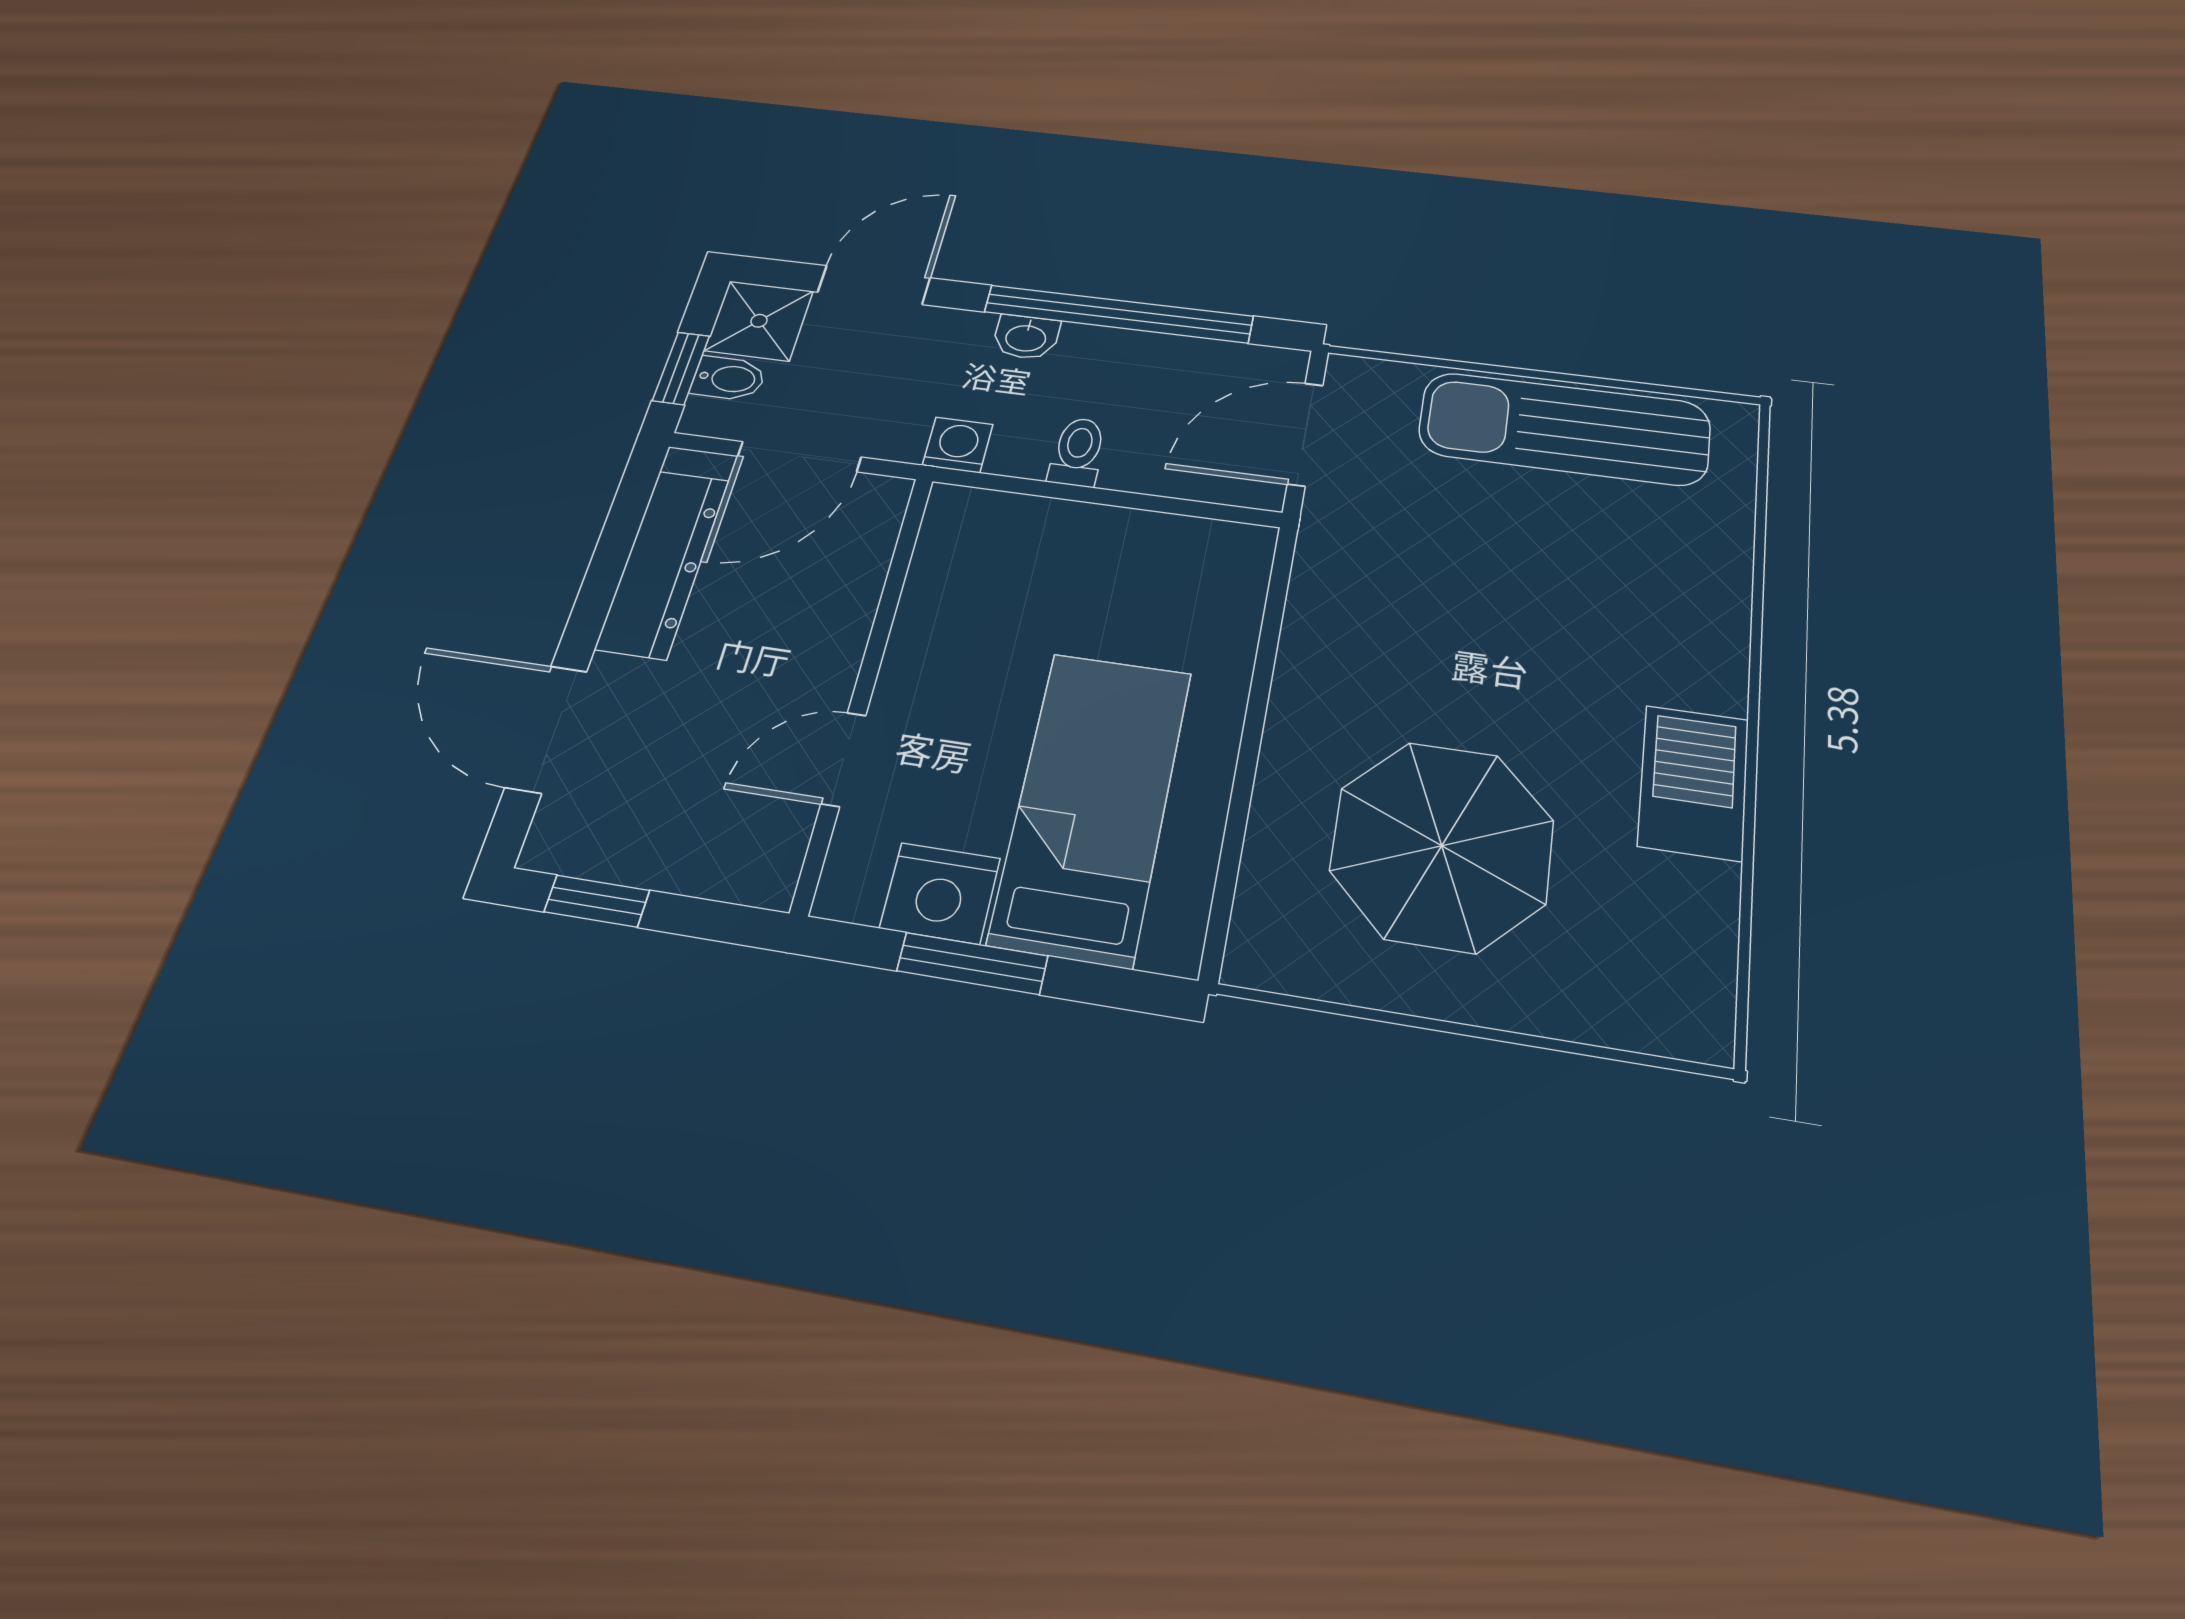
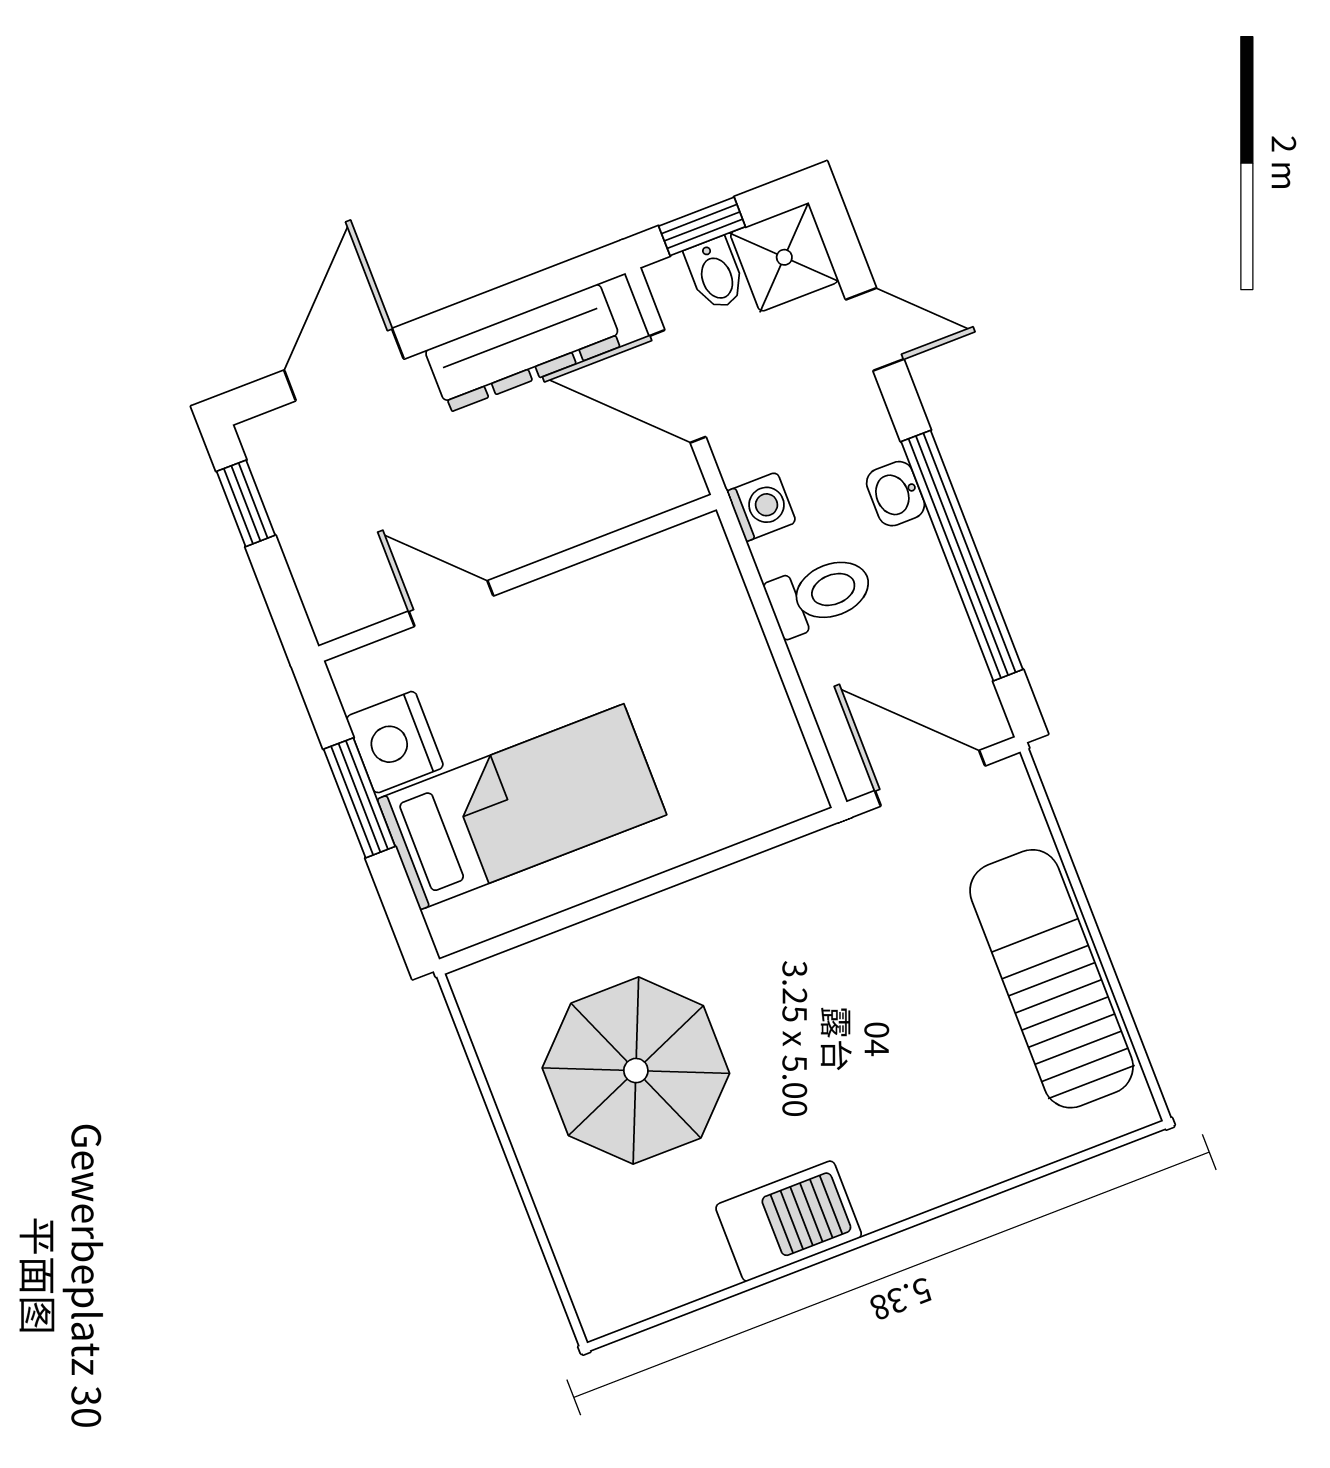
door: (874, 285) -> (875, 329), width x0.73
toilet: (1078, 452) -> (820, 595), width x1.37, depth x1.39

